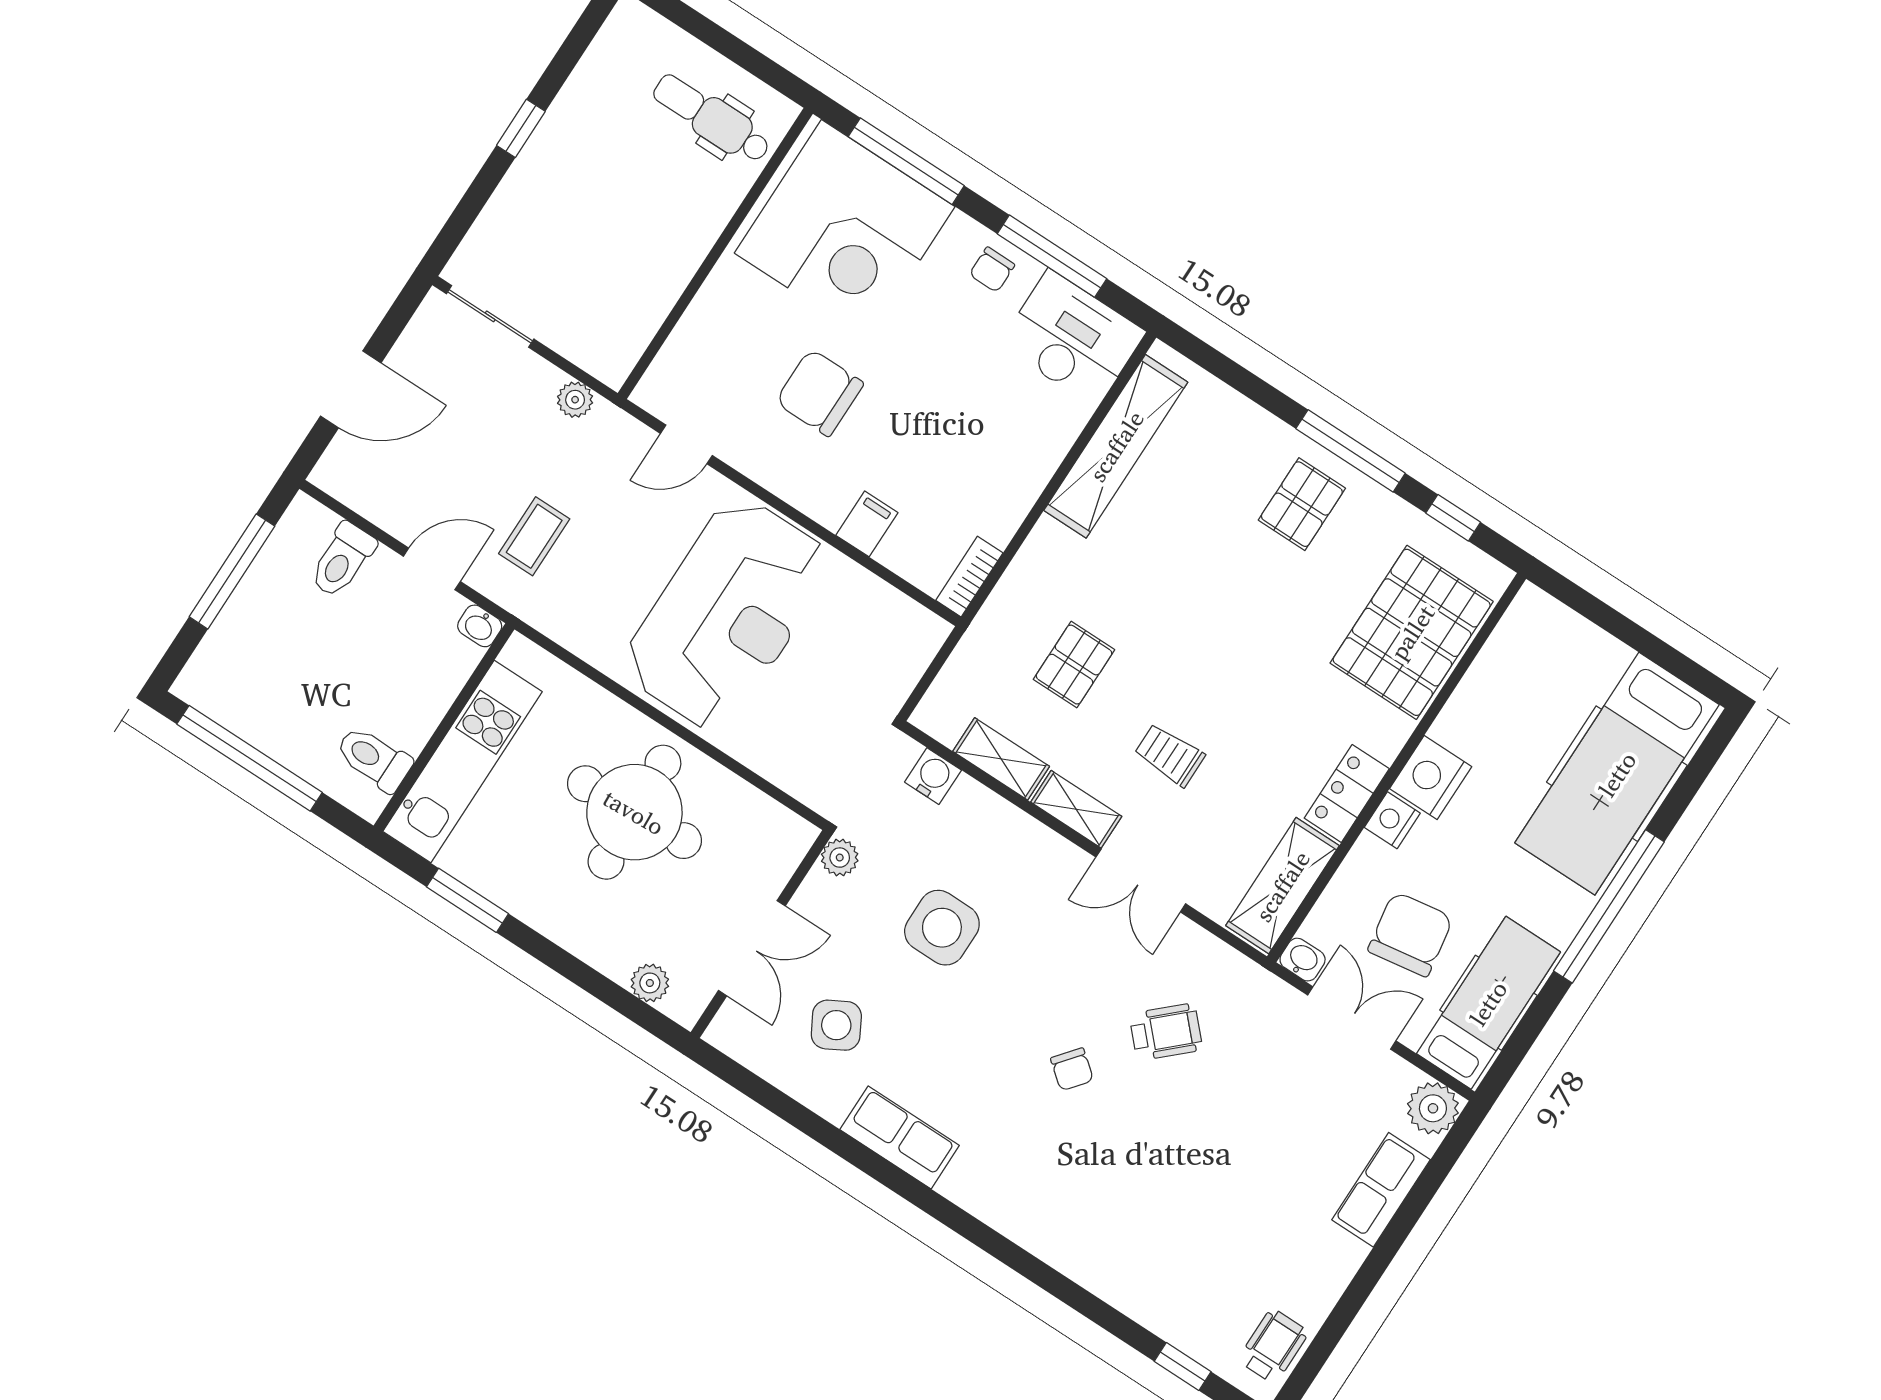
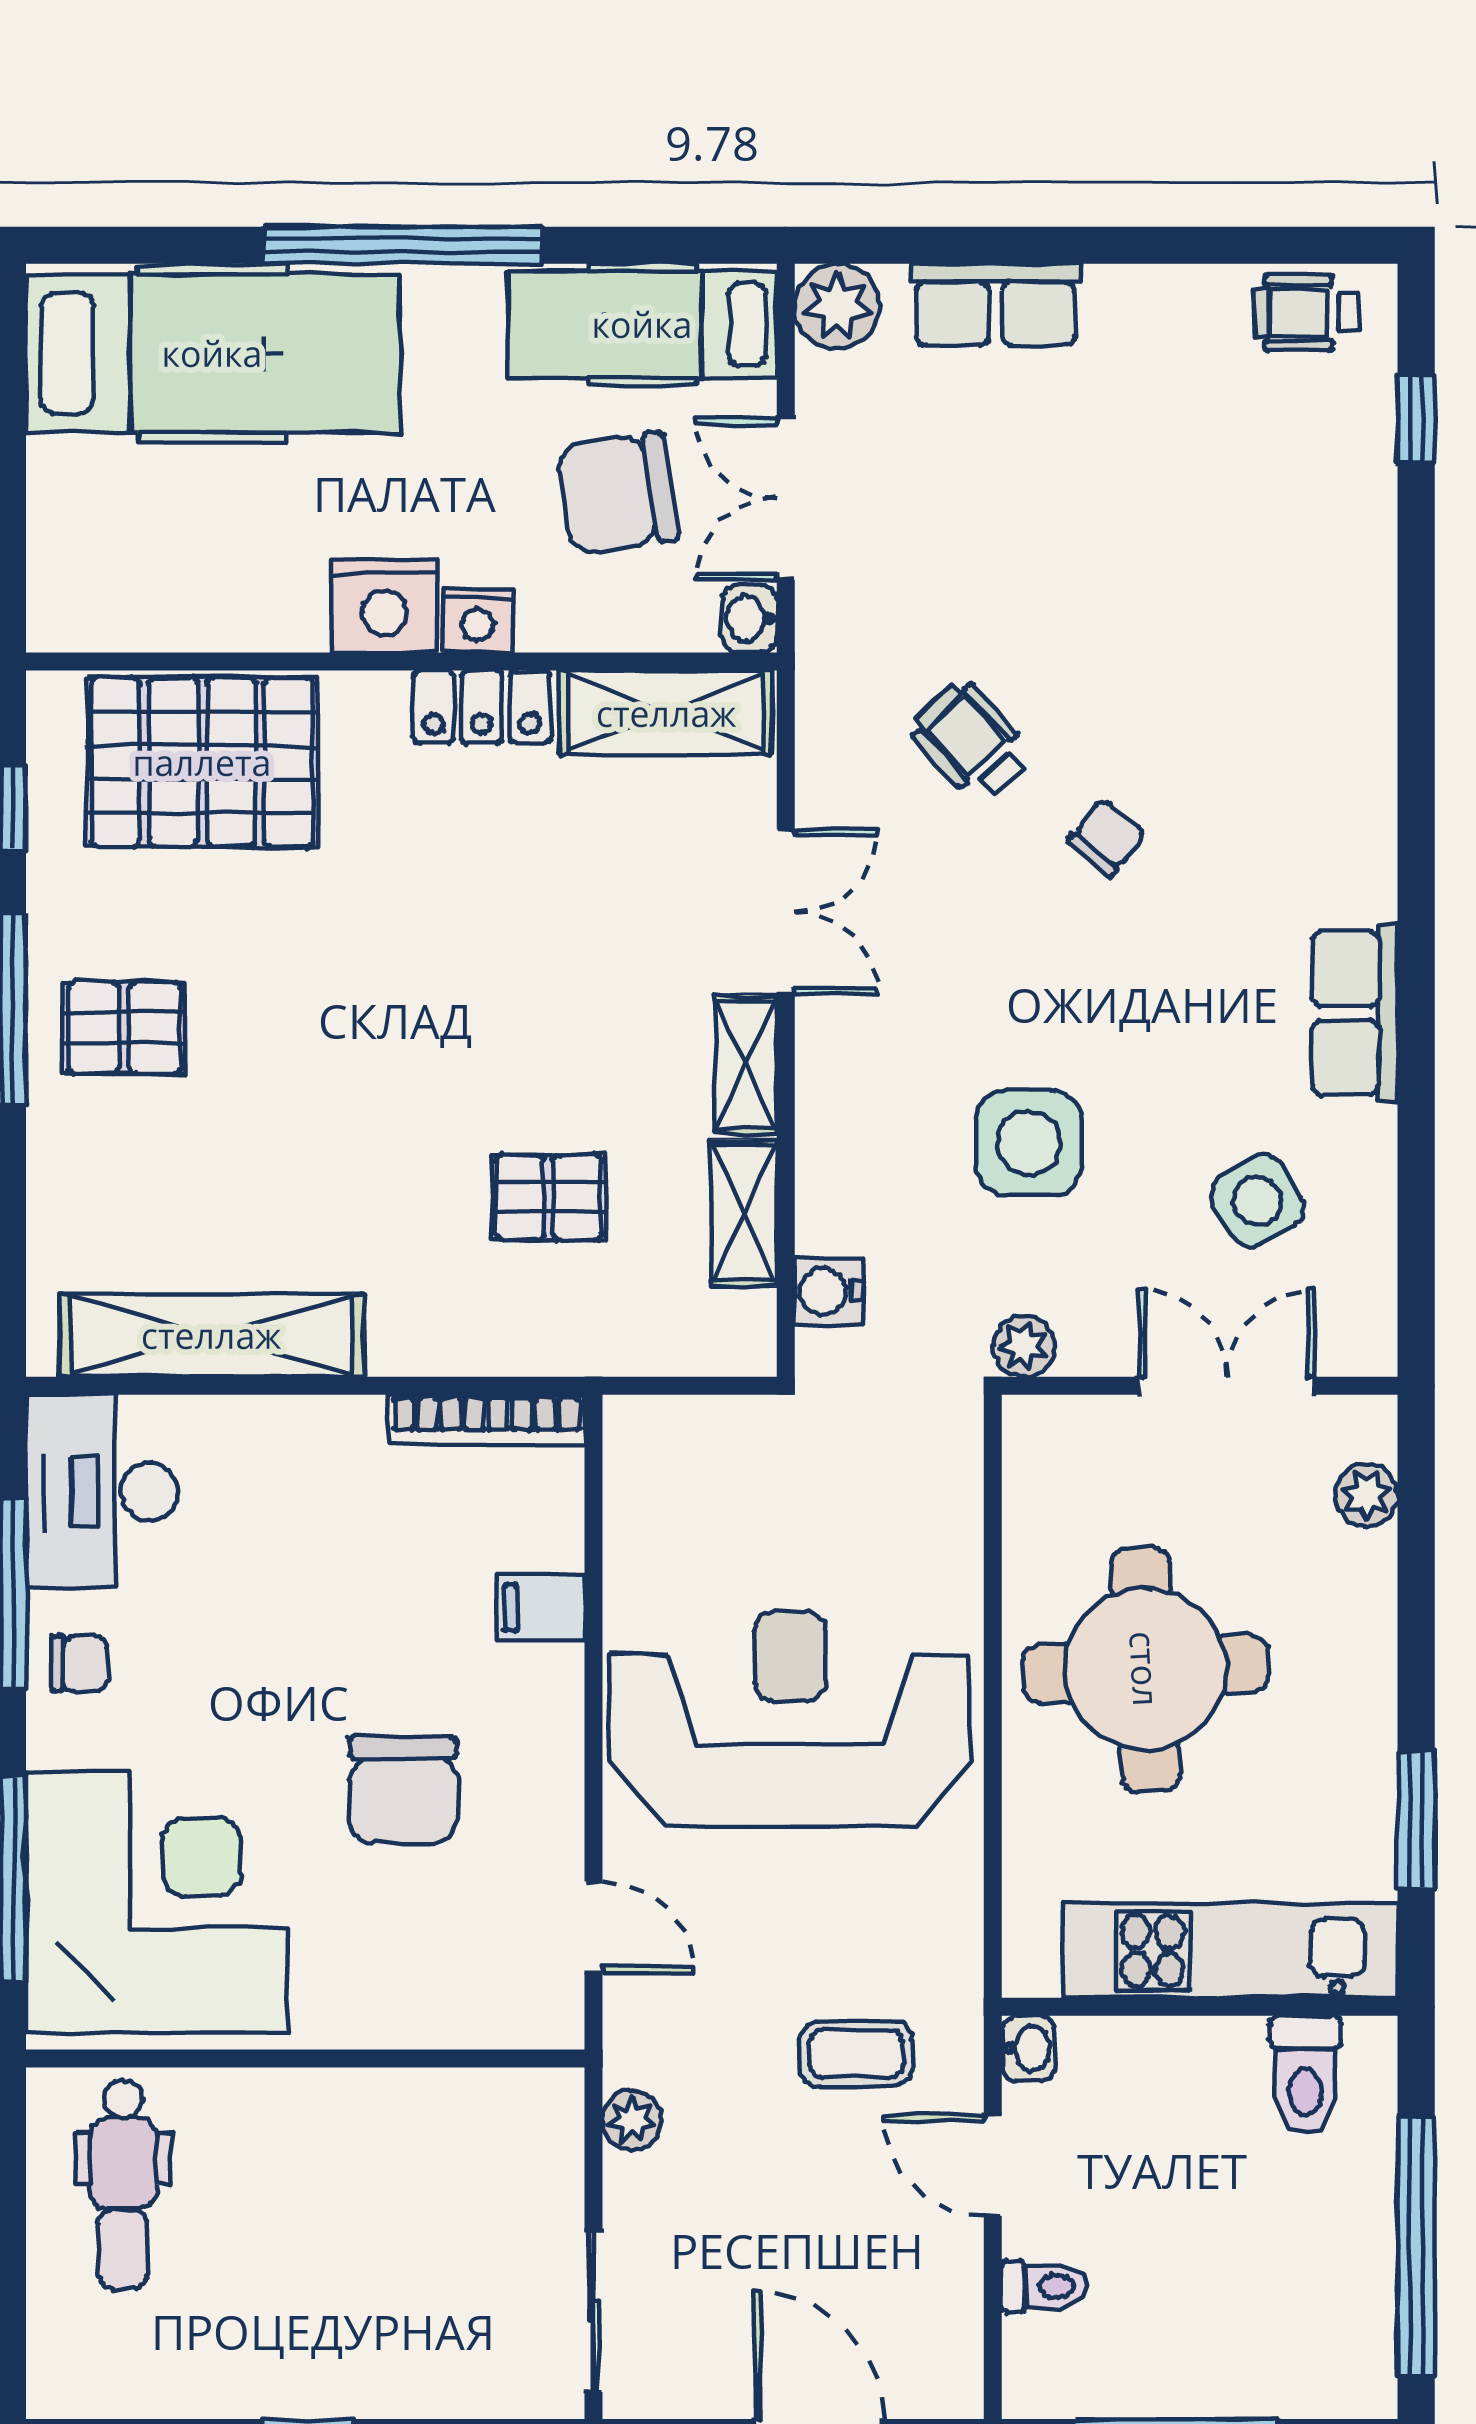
toilet: (342, 560) -> (1044, 2287), width x0.73, depth x0.72
bookcase: (969, 577) -> (486, 1420), width x1.56
trolley: (1170, 755) -> (587, 985), removed

